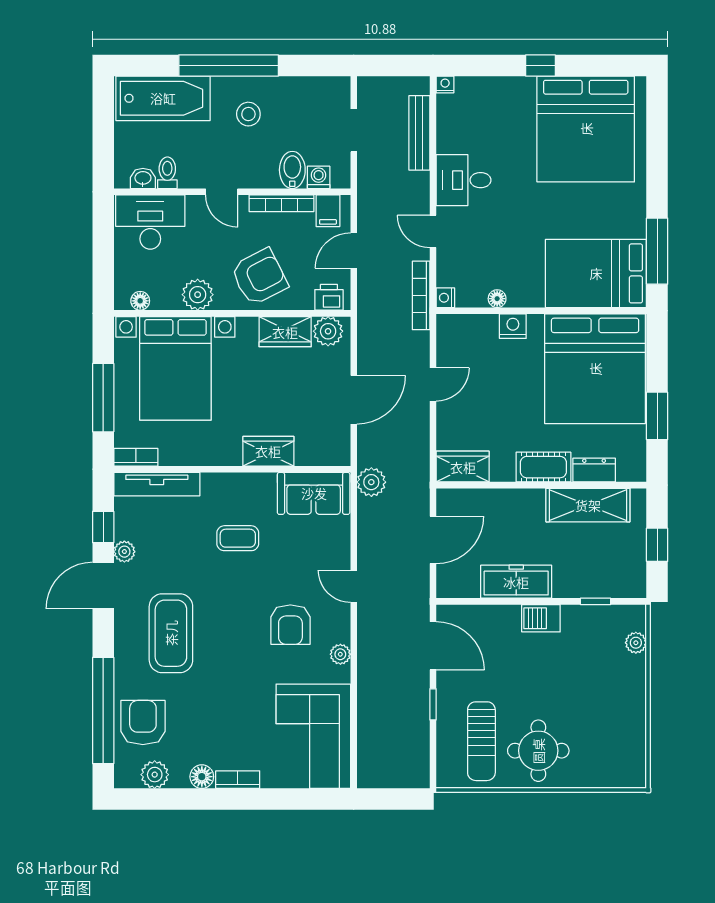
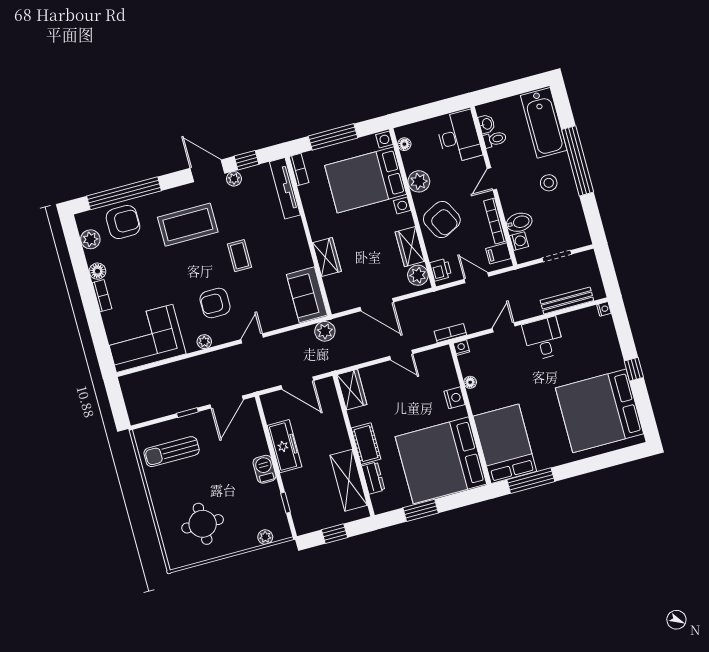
bookcase: (421, 295) -> (450, 333), width x0.64
coffee table: (238, 538) -> (239, 256), moved
round table: (538, 751) -> (203, 524), moved

